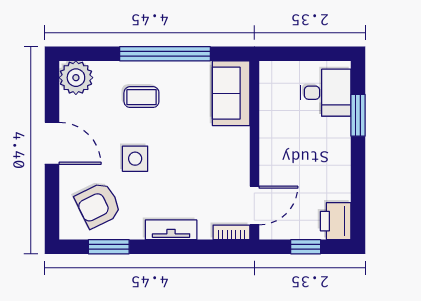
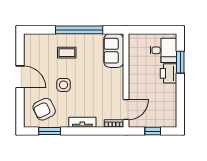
plant: (76, 78) -> (32, 42), removed
printer: (336, 221) -> (169, 73), moved

